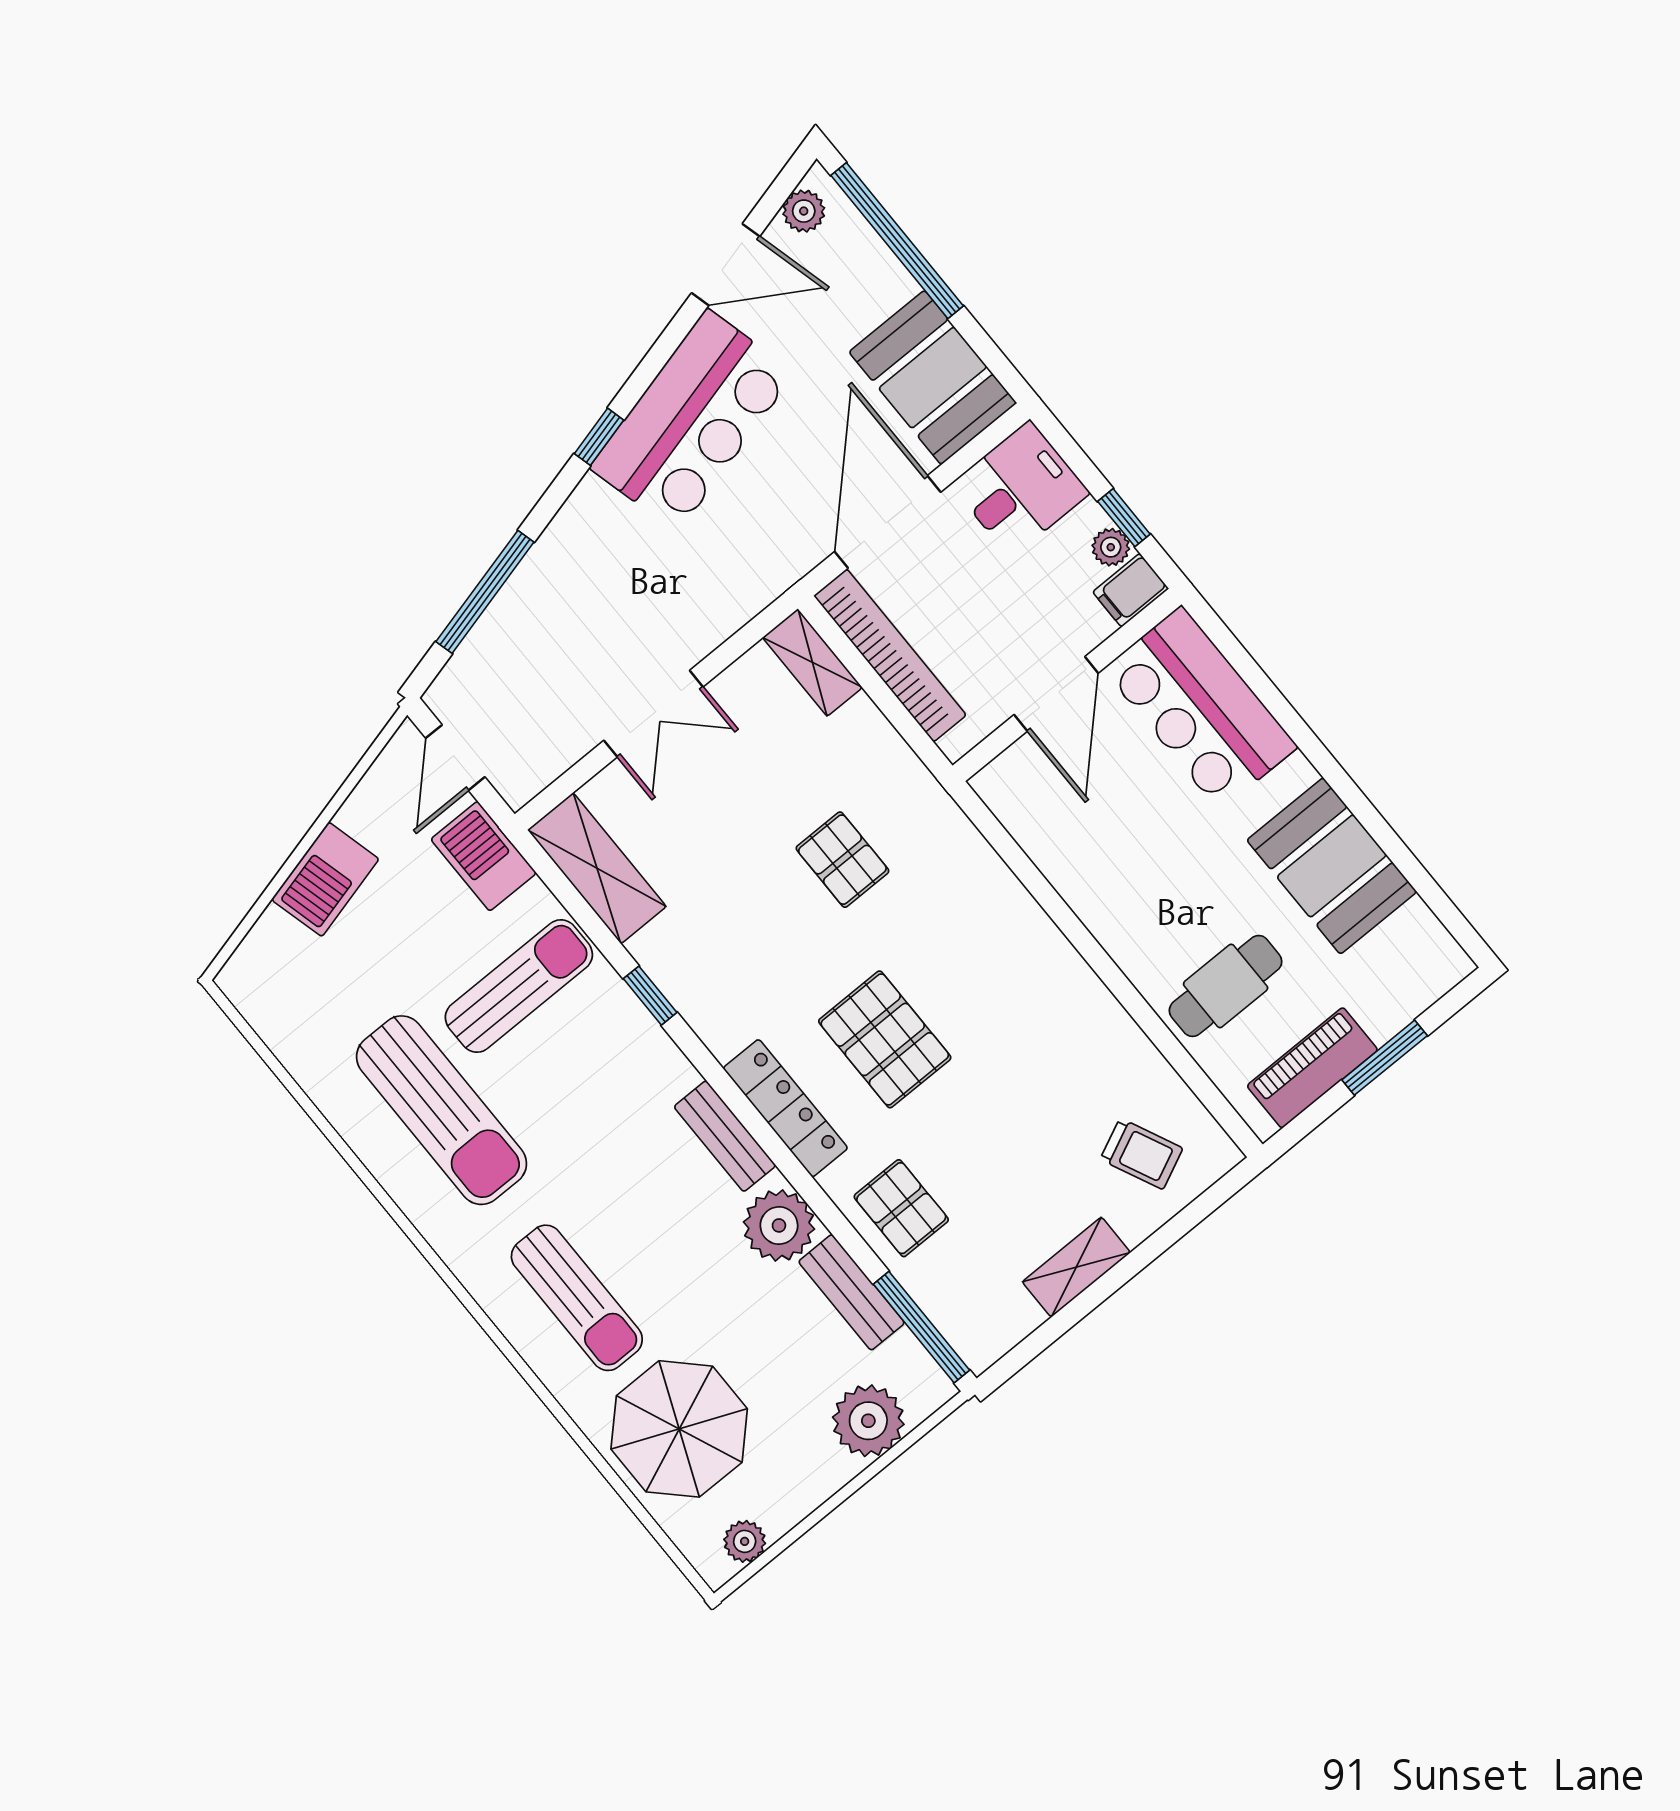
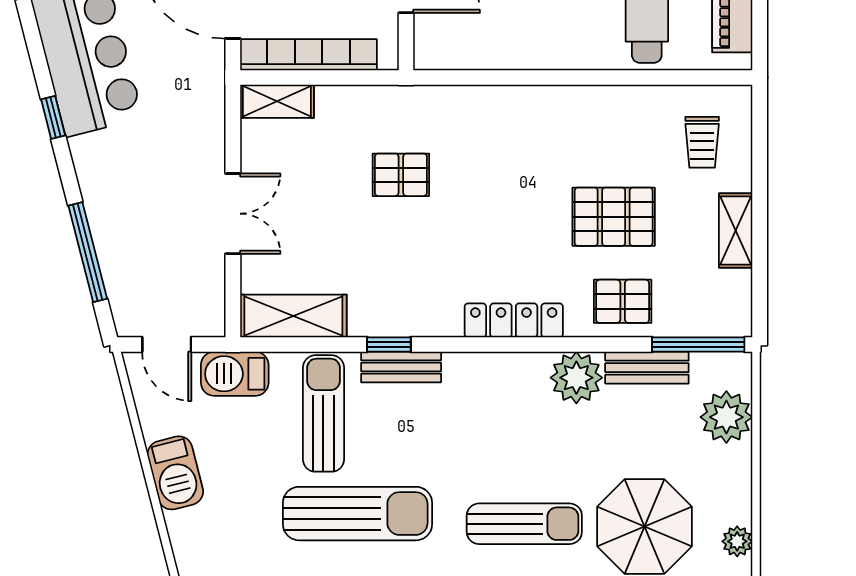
pallet: (885, 1039) -> (614, 217), moved
bench: (725, 1136) -> (401, 367), moved
trolley: (1141, 1154) -> (702, 142), turned 115

